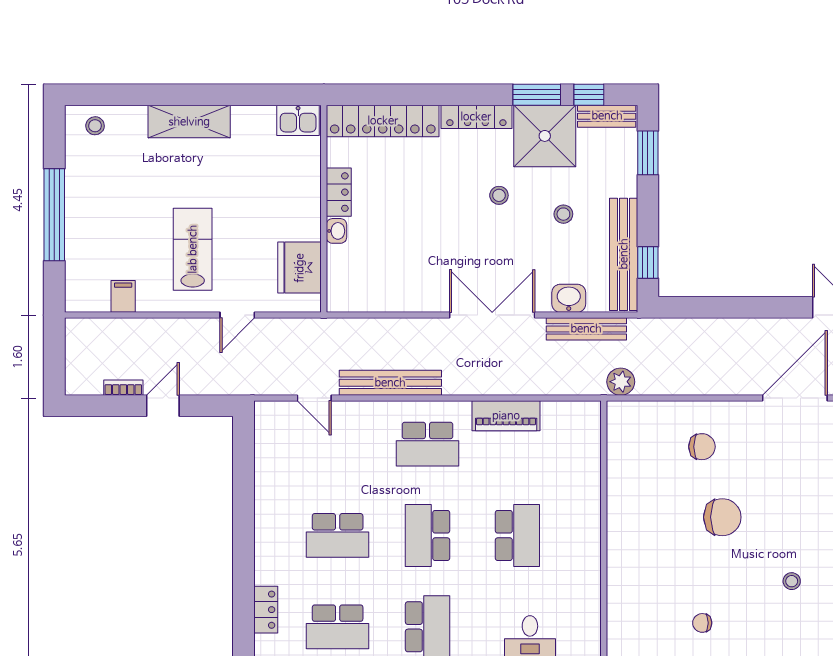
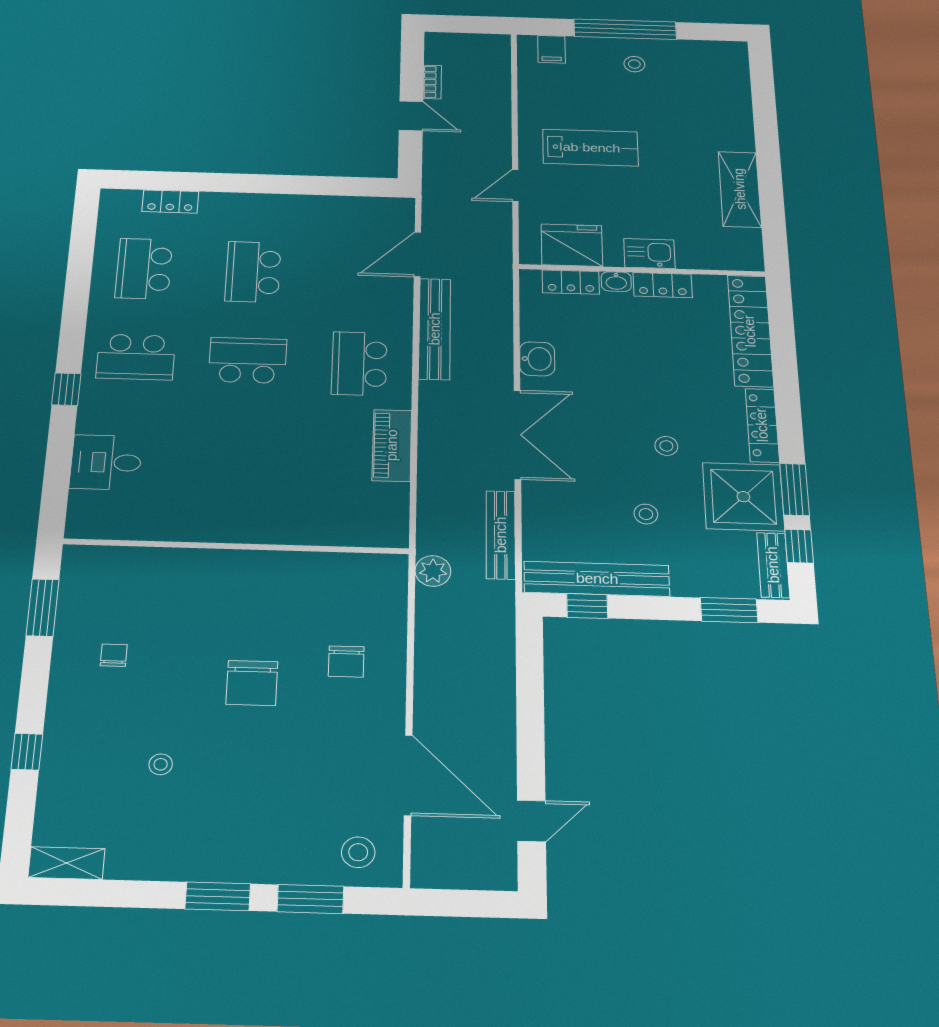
kitchen sink: (298, 120) -> (649, 253), moved, turned 90
shelving: (189, 122) -> (740, 189), moved
stool: (95, 126) -> (634, 64), moved
locker: (338, 269) -> (571, 282), added
filing cabinet: (123, 296) -> (551, 49), moved, turned 90
washbasin: (569, 298) -> (537, 359), moved
door: (237, 315) -> (515, 186), hinge flipped
door: (314, 398) -> (417, 254), width x1.38
school desk: (517, 535) -> (242, 453), removed

